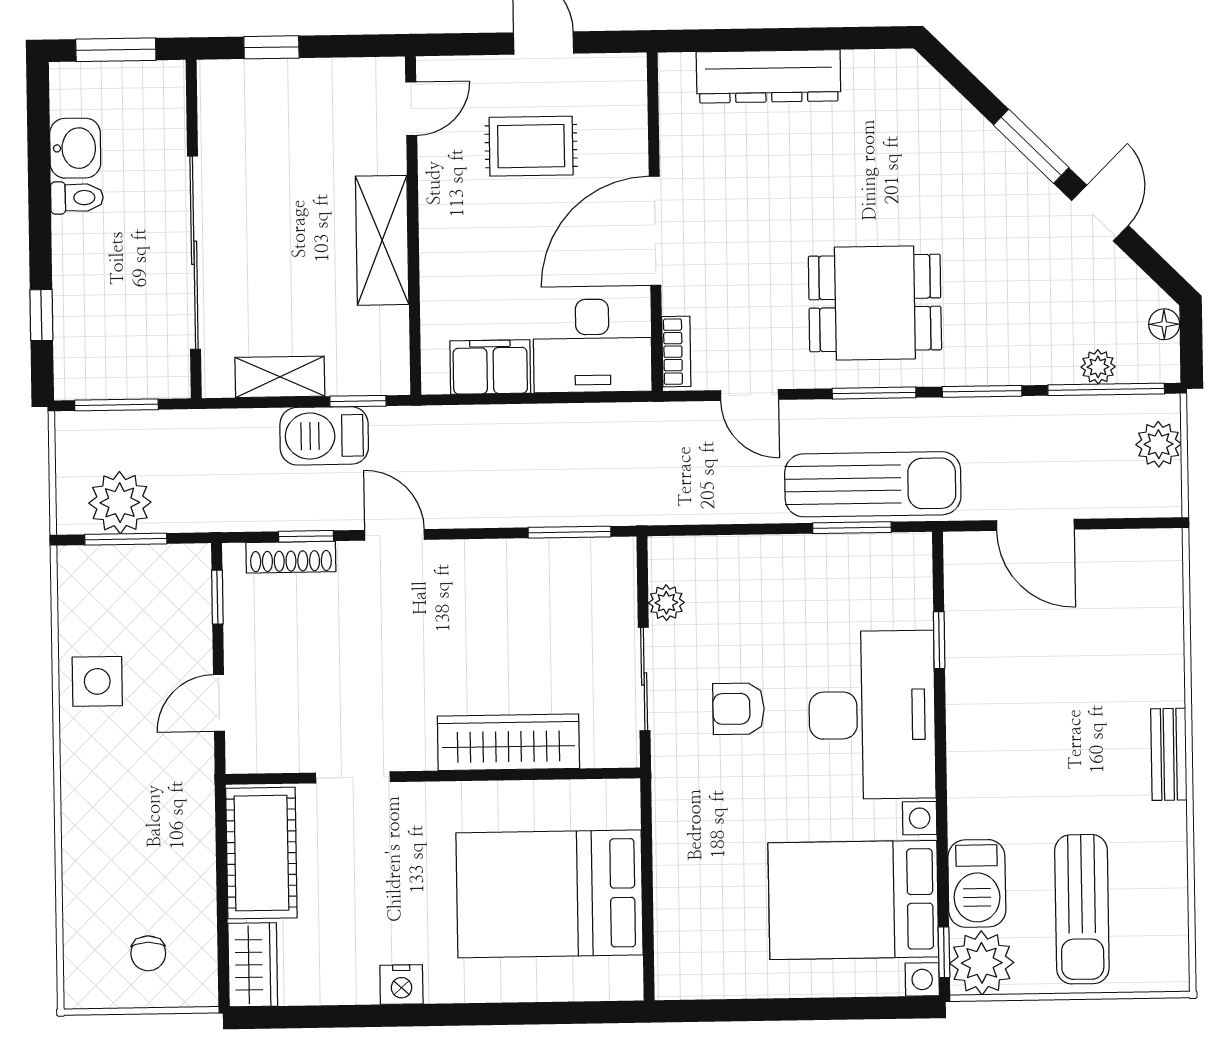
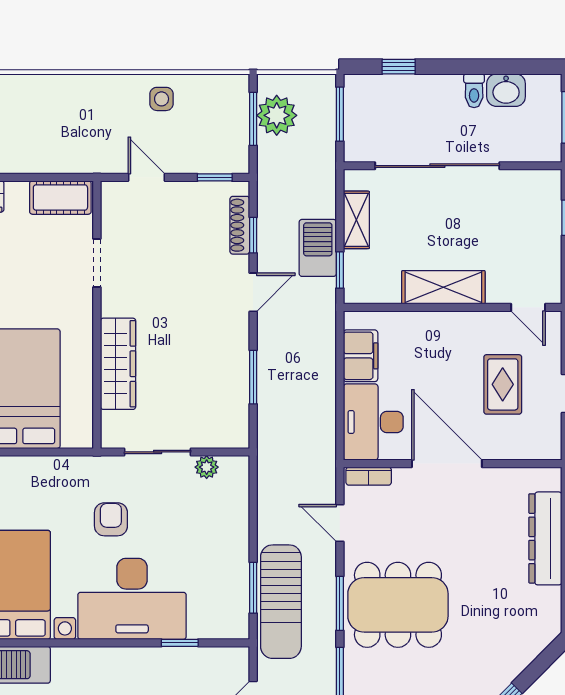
dining table: (875, 303) -> (398, 605), width x1.38
door: (750, 395) -> (340, 523), hinge flipped
window: (570, 532) -> (253, 377), moved
side table: (97, 681) -> (162, 99), width x0.73, depth x0.73
armchair: (739, 709) -> (111, 519), moved
cot: (261, 853) -> (60, 198), width x0.73, depth x0.75

